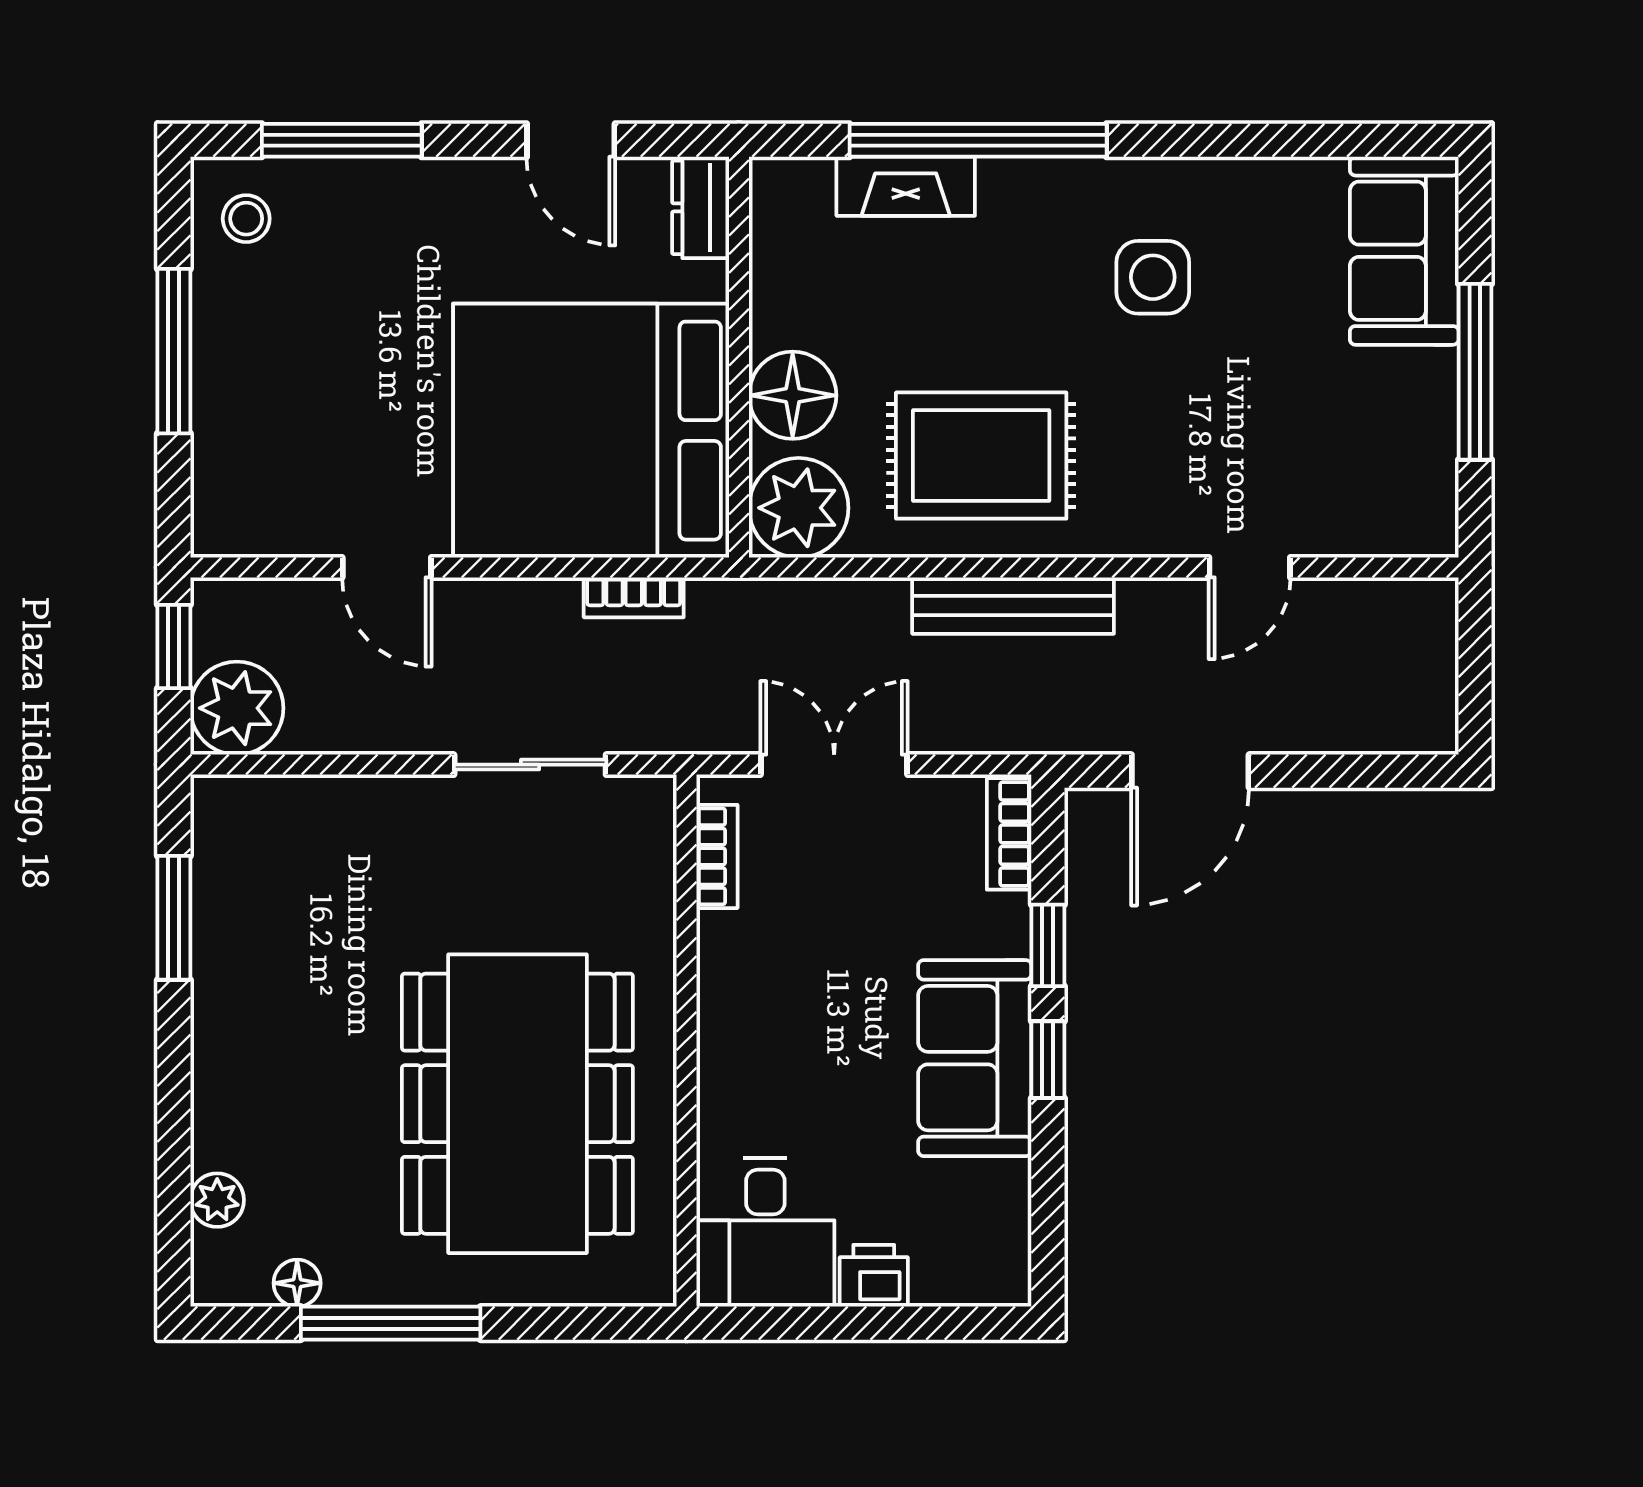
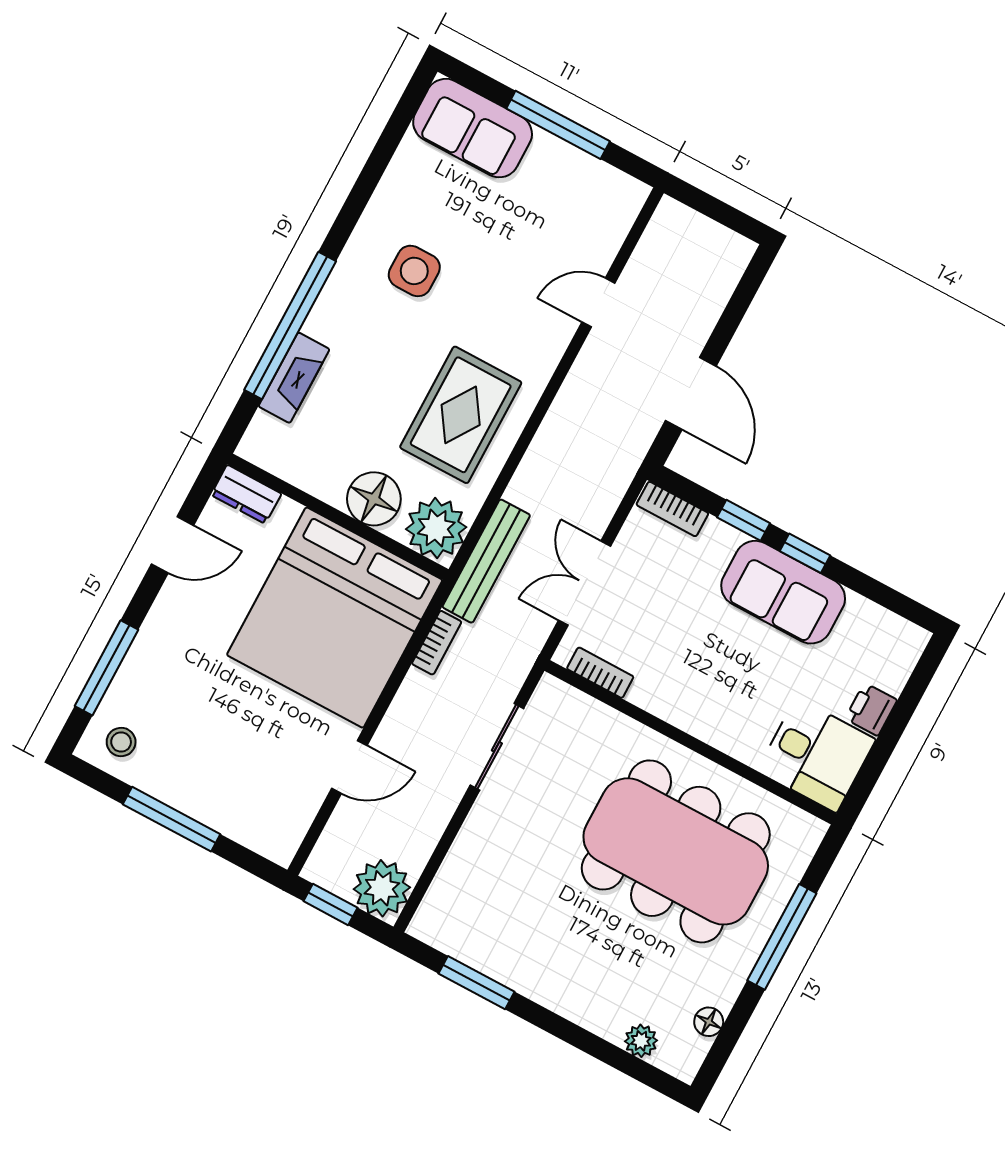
door: (1250, 567) -> (598, 303), swing flipped
bench: (1013, 606) -> (486, 561), moved
window: (391, 1323) -> (782, 937), moved

